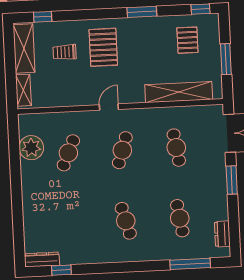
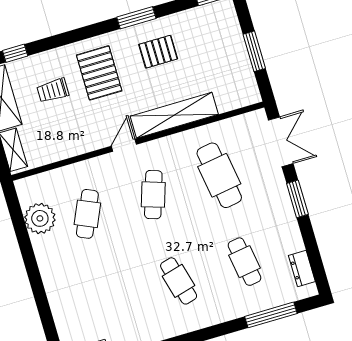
pallet: (187, 40) -> (158, 52), moved, turned 90
shelving: (179, 92) -> (174, 115), moved
cafe table: (176, 148) -> (219, 175), width x1.37, depth x1.35

